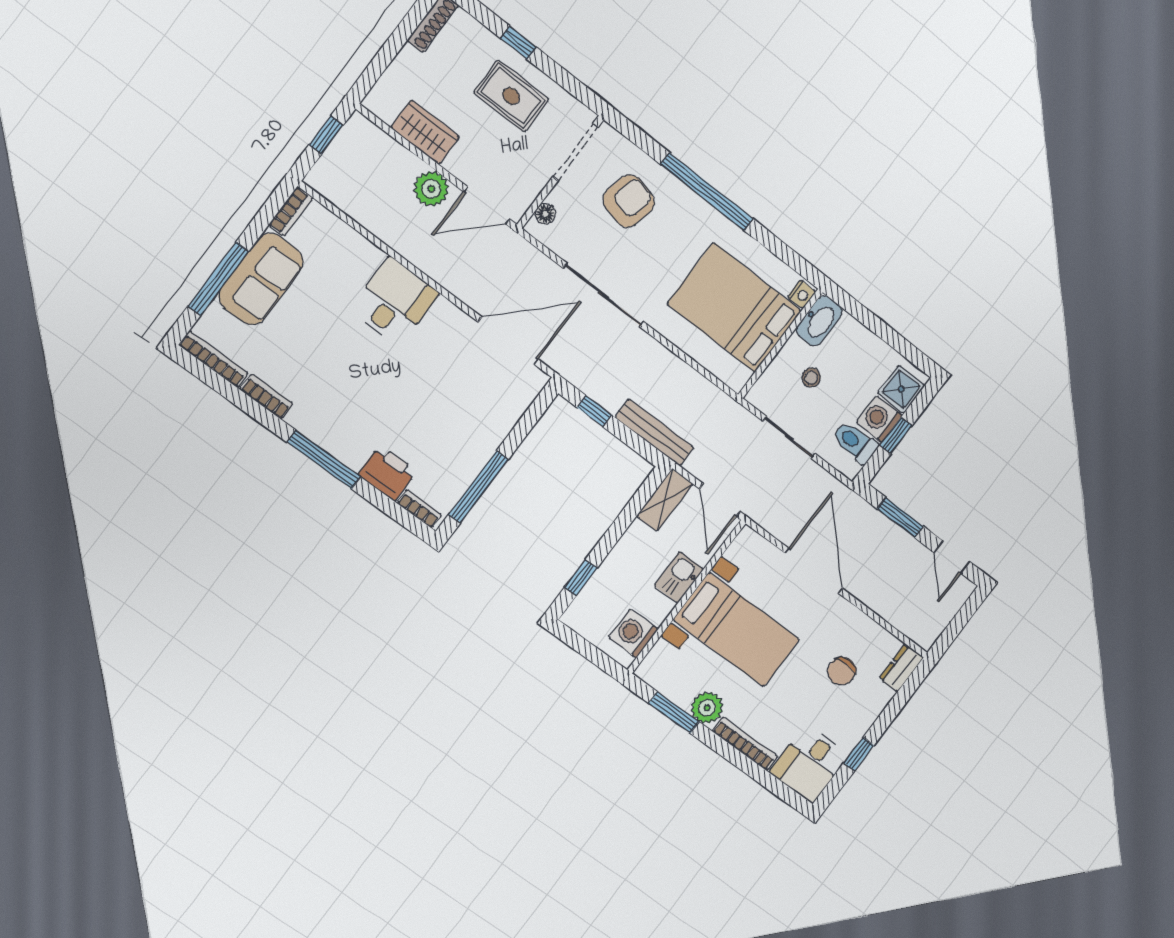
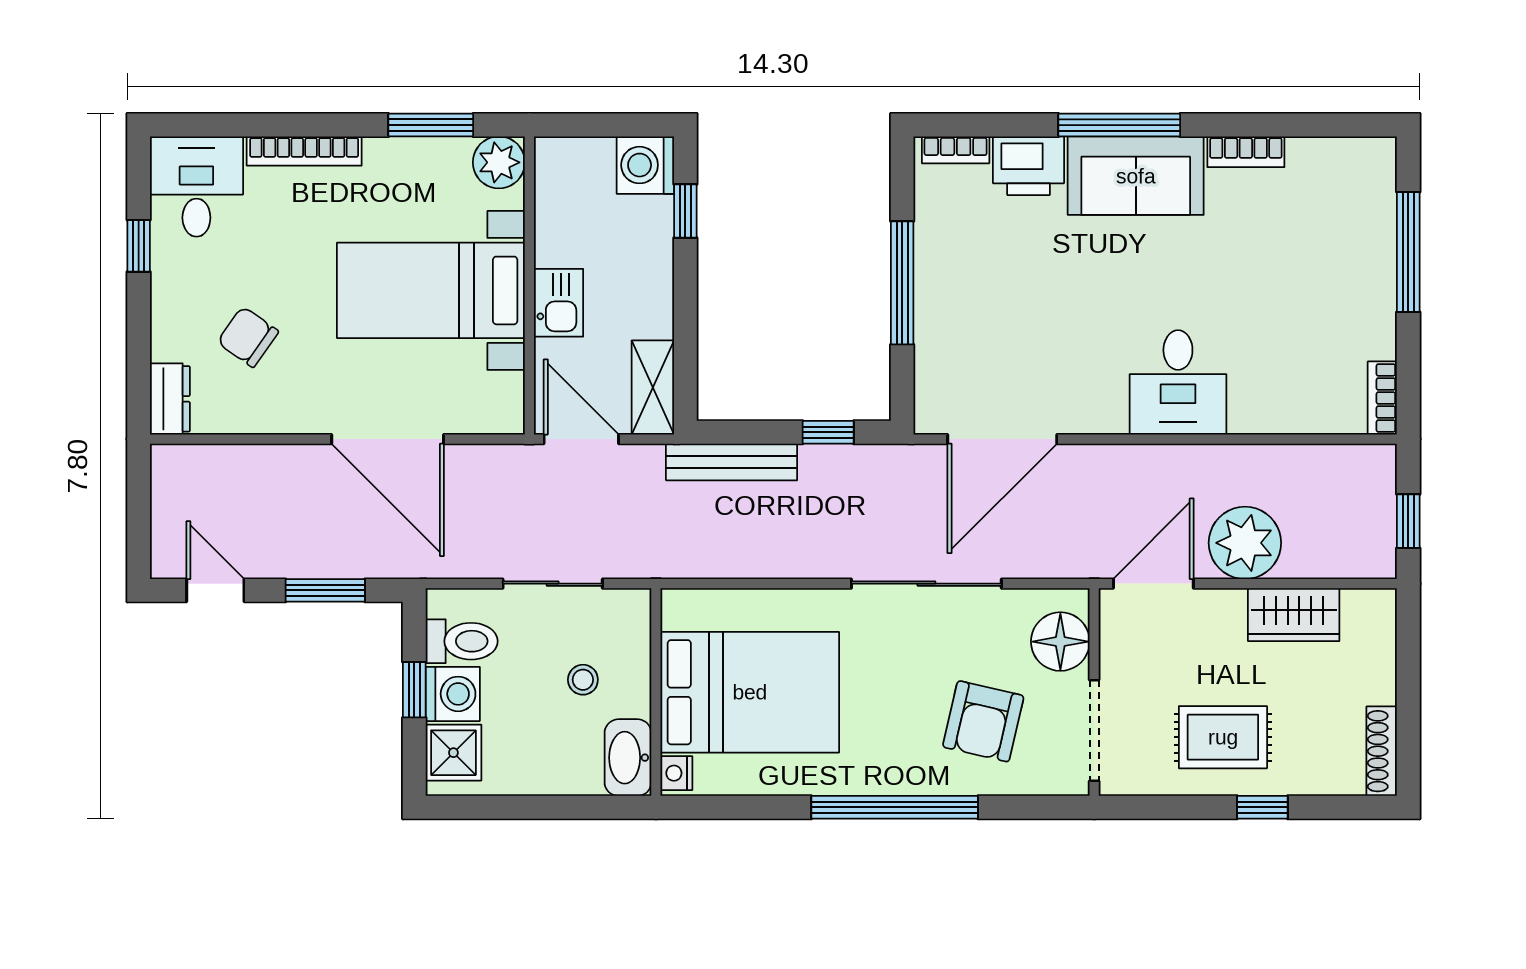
plant: (431, 189) -> (1245, 543), width x1.36, depth x1.36
floor lamp: (545, 214) -> (1060, 642), width x1.89, depth x1.89
sofa: (261, 279) -> (1136, 176), moved, turned -90
bookcase: (213, 359) -> (1342, 150), removed
window: (479, 487) -> (902, 283), moved
washing machine: (633, 633) -> (645, 165), moved, turned 180
chair: (842, 671) -> (248, 337), turned -55
plant: (707, 708) -> (499, 162), moved

